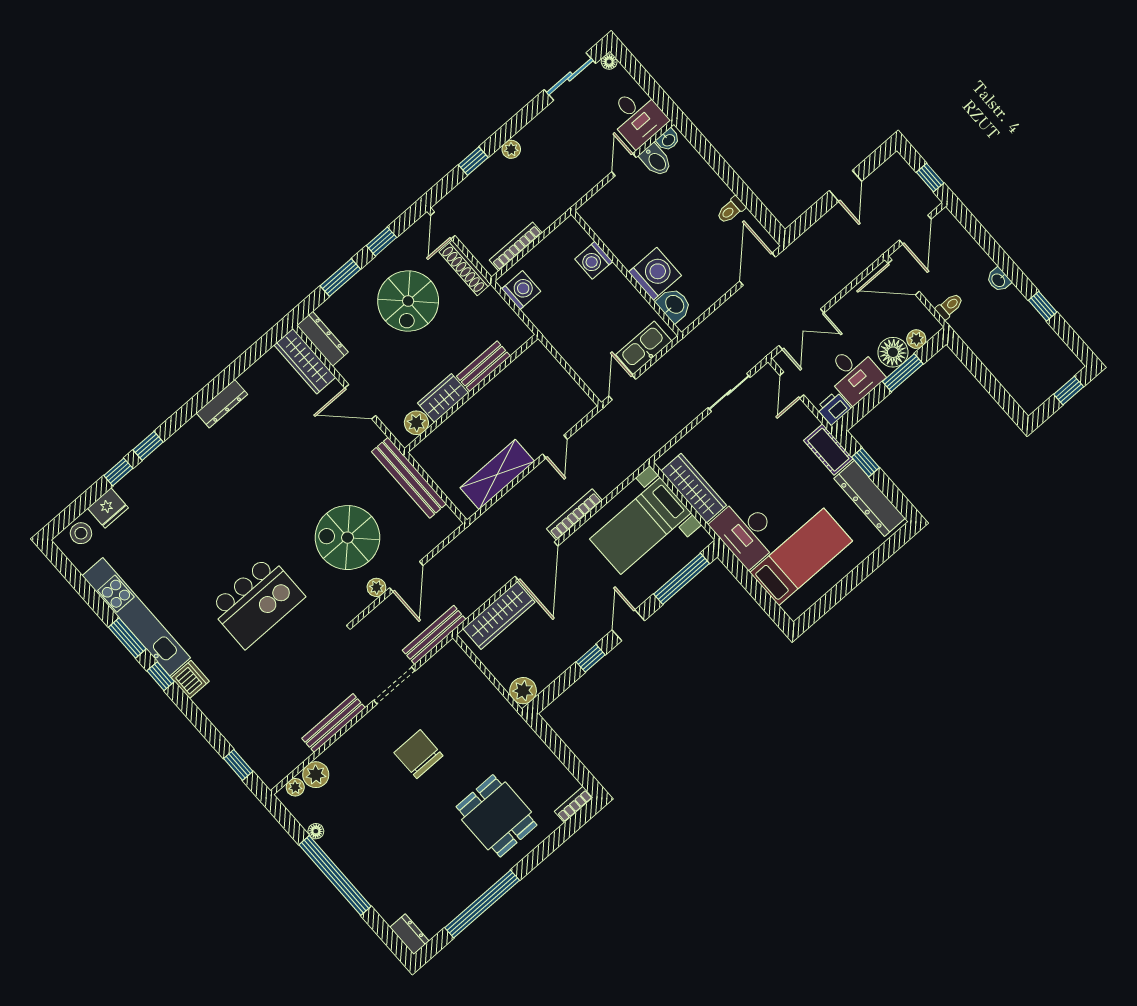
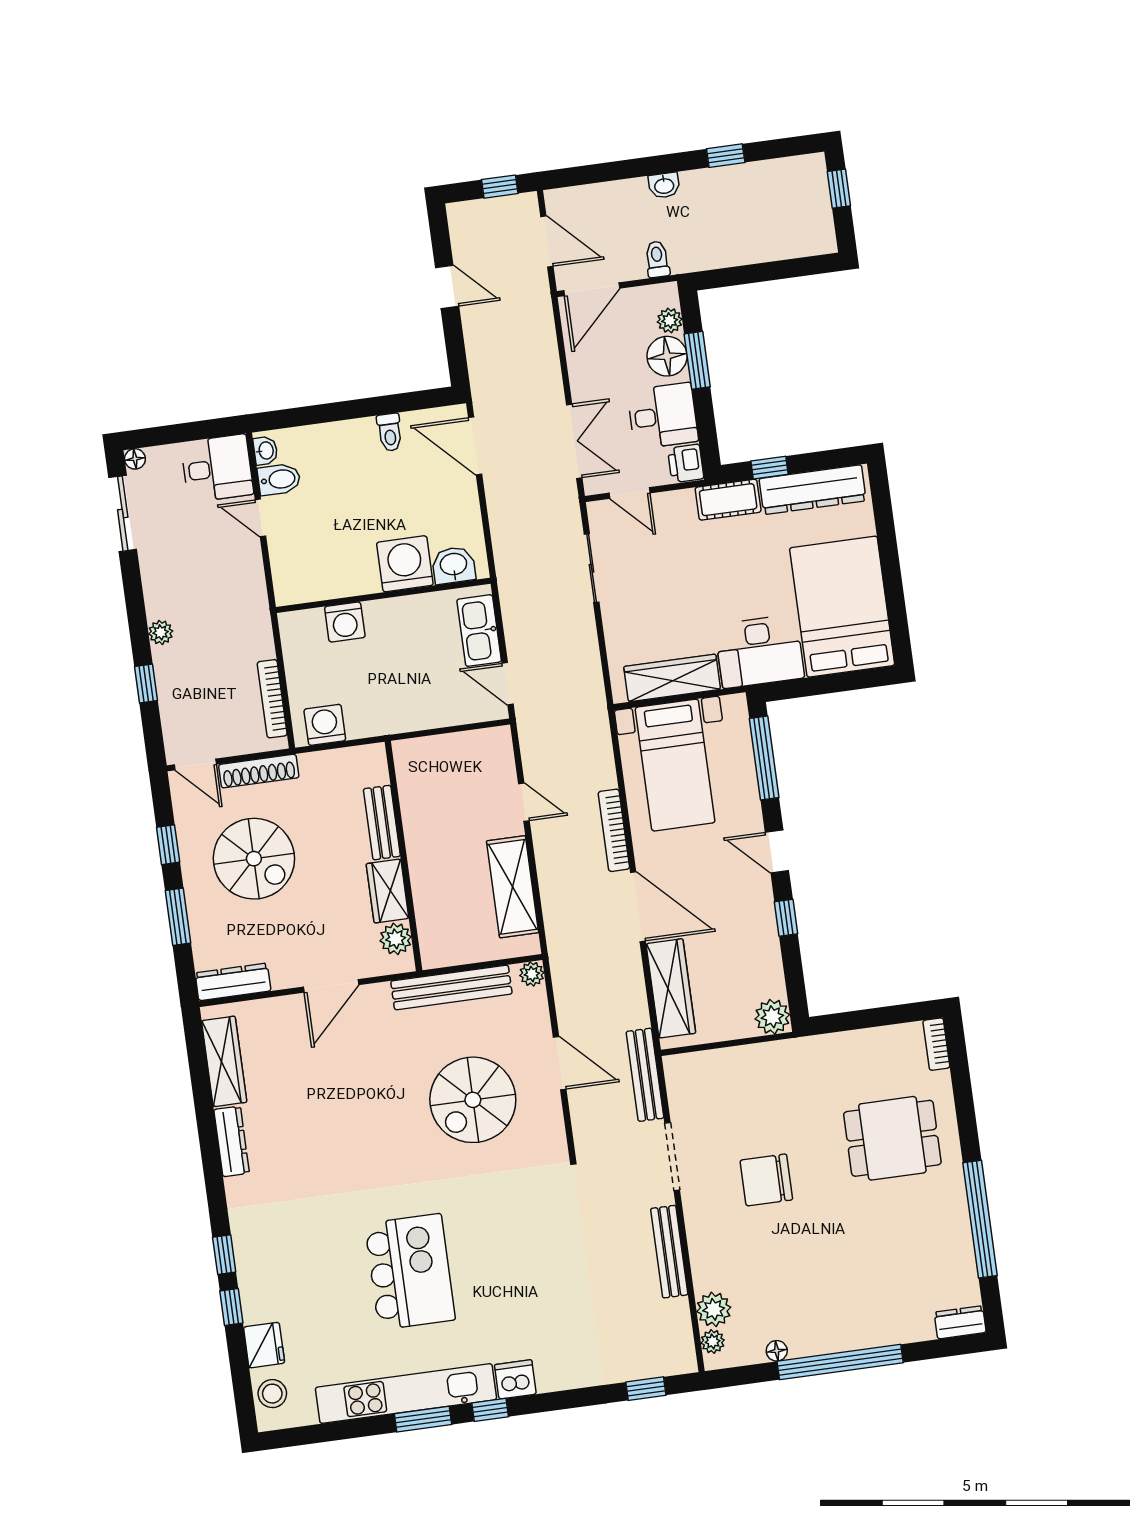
wardrobe: (305, 361) -> (224, 1061), moved, turned -90
bed: (801, 557) -> (842, 607), width x1.50
plant: (376, 587) -> (532, 974), moved
kitchen island: (257, 602) -> (410, 1272), moved

